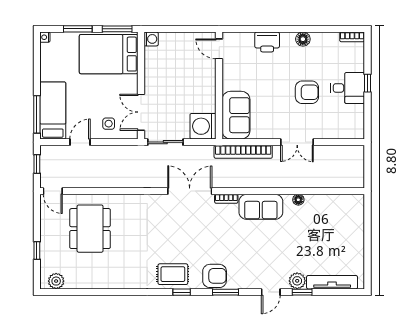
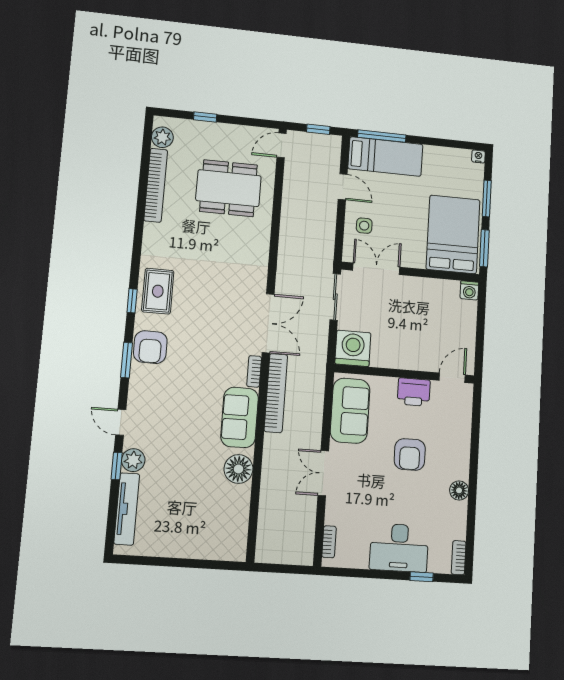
printer: (267, 42) -> (414, 392), moved, turned -90
window: (368, 83) -> (422, 577), moved
desk: (348, 88) -> (399, 548), width x1.37
armchair: (307, 92) -> (410, 454), moved
sofa: (236, 115) -> (350, 411), moved, turned -90
bookcase: (346, 135) -> (329, 542), added
bookcase: (243, 152) -> (276, 393), moved, turned 180
floor lamp: (298, 200) -> (238, 469), width x1.89, depth x1.89
bookcase: (93, 283) -> (156, 185), added

